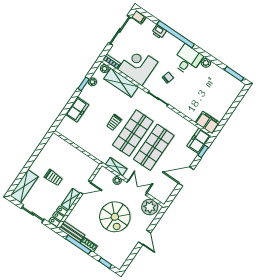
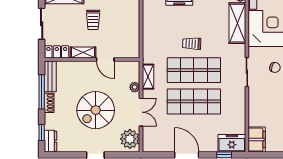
dresser: (115, 261) -> (50, 141), added

